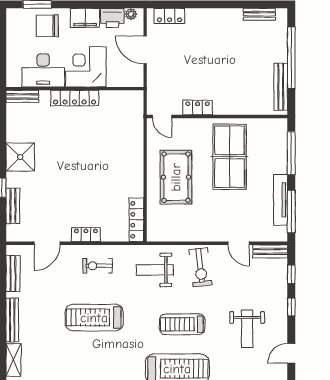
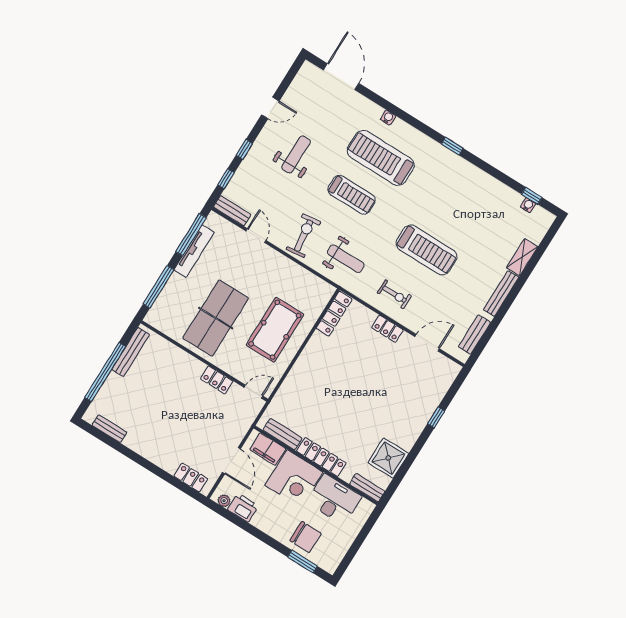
filing cabinet: (85, 18) -> (268, 449), moved, turned 180
door: (162, 116) -> (253, 392), hinge flipped
shower: (20, 157) -> (388, 458), moved
bench: (13, 206) -> (283, 434), moved, turned 90

